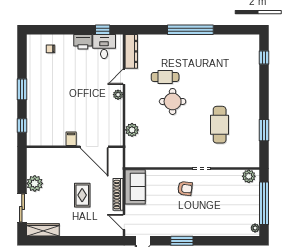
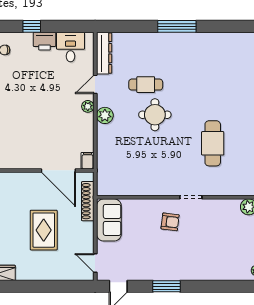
window: (103, 30) -> (32, 26), moved
window: (190, 30) -> (177, 26), width x0.68
plant: (132, 130) -> (105, 115), moved
filing cabinet: (71, 139) -> (87, 161), moved
shoe rack: (118, 194) -> (88, 201), moved
rug: (82, 195) -> (44, 230), width x1.36, depth x1.43

